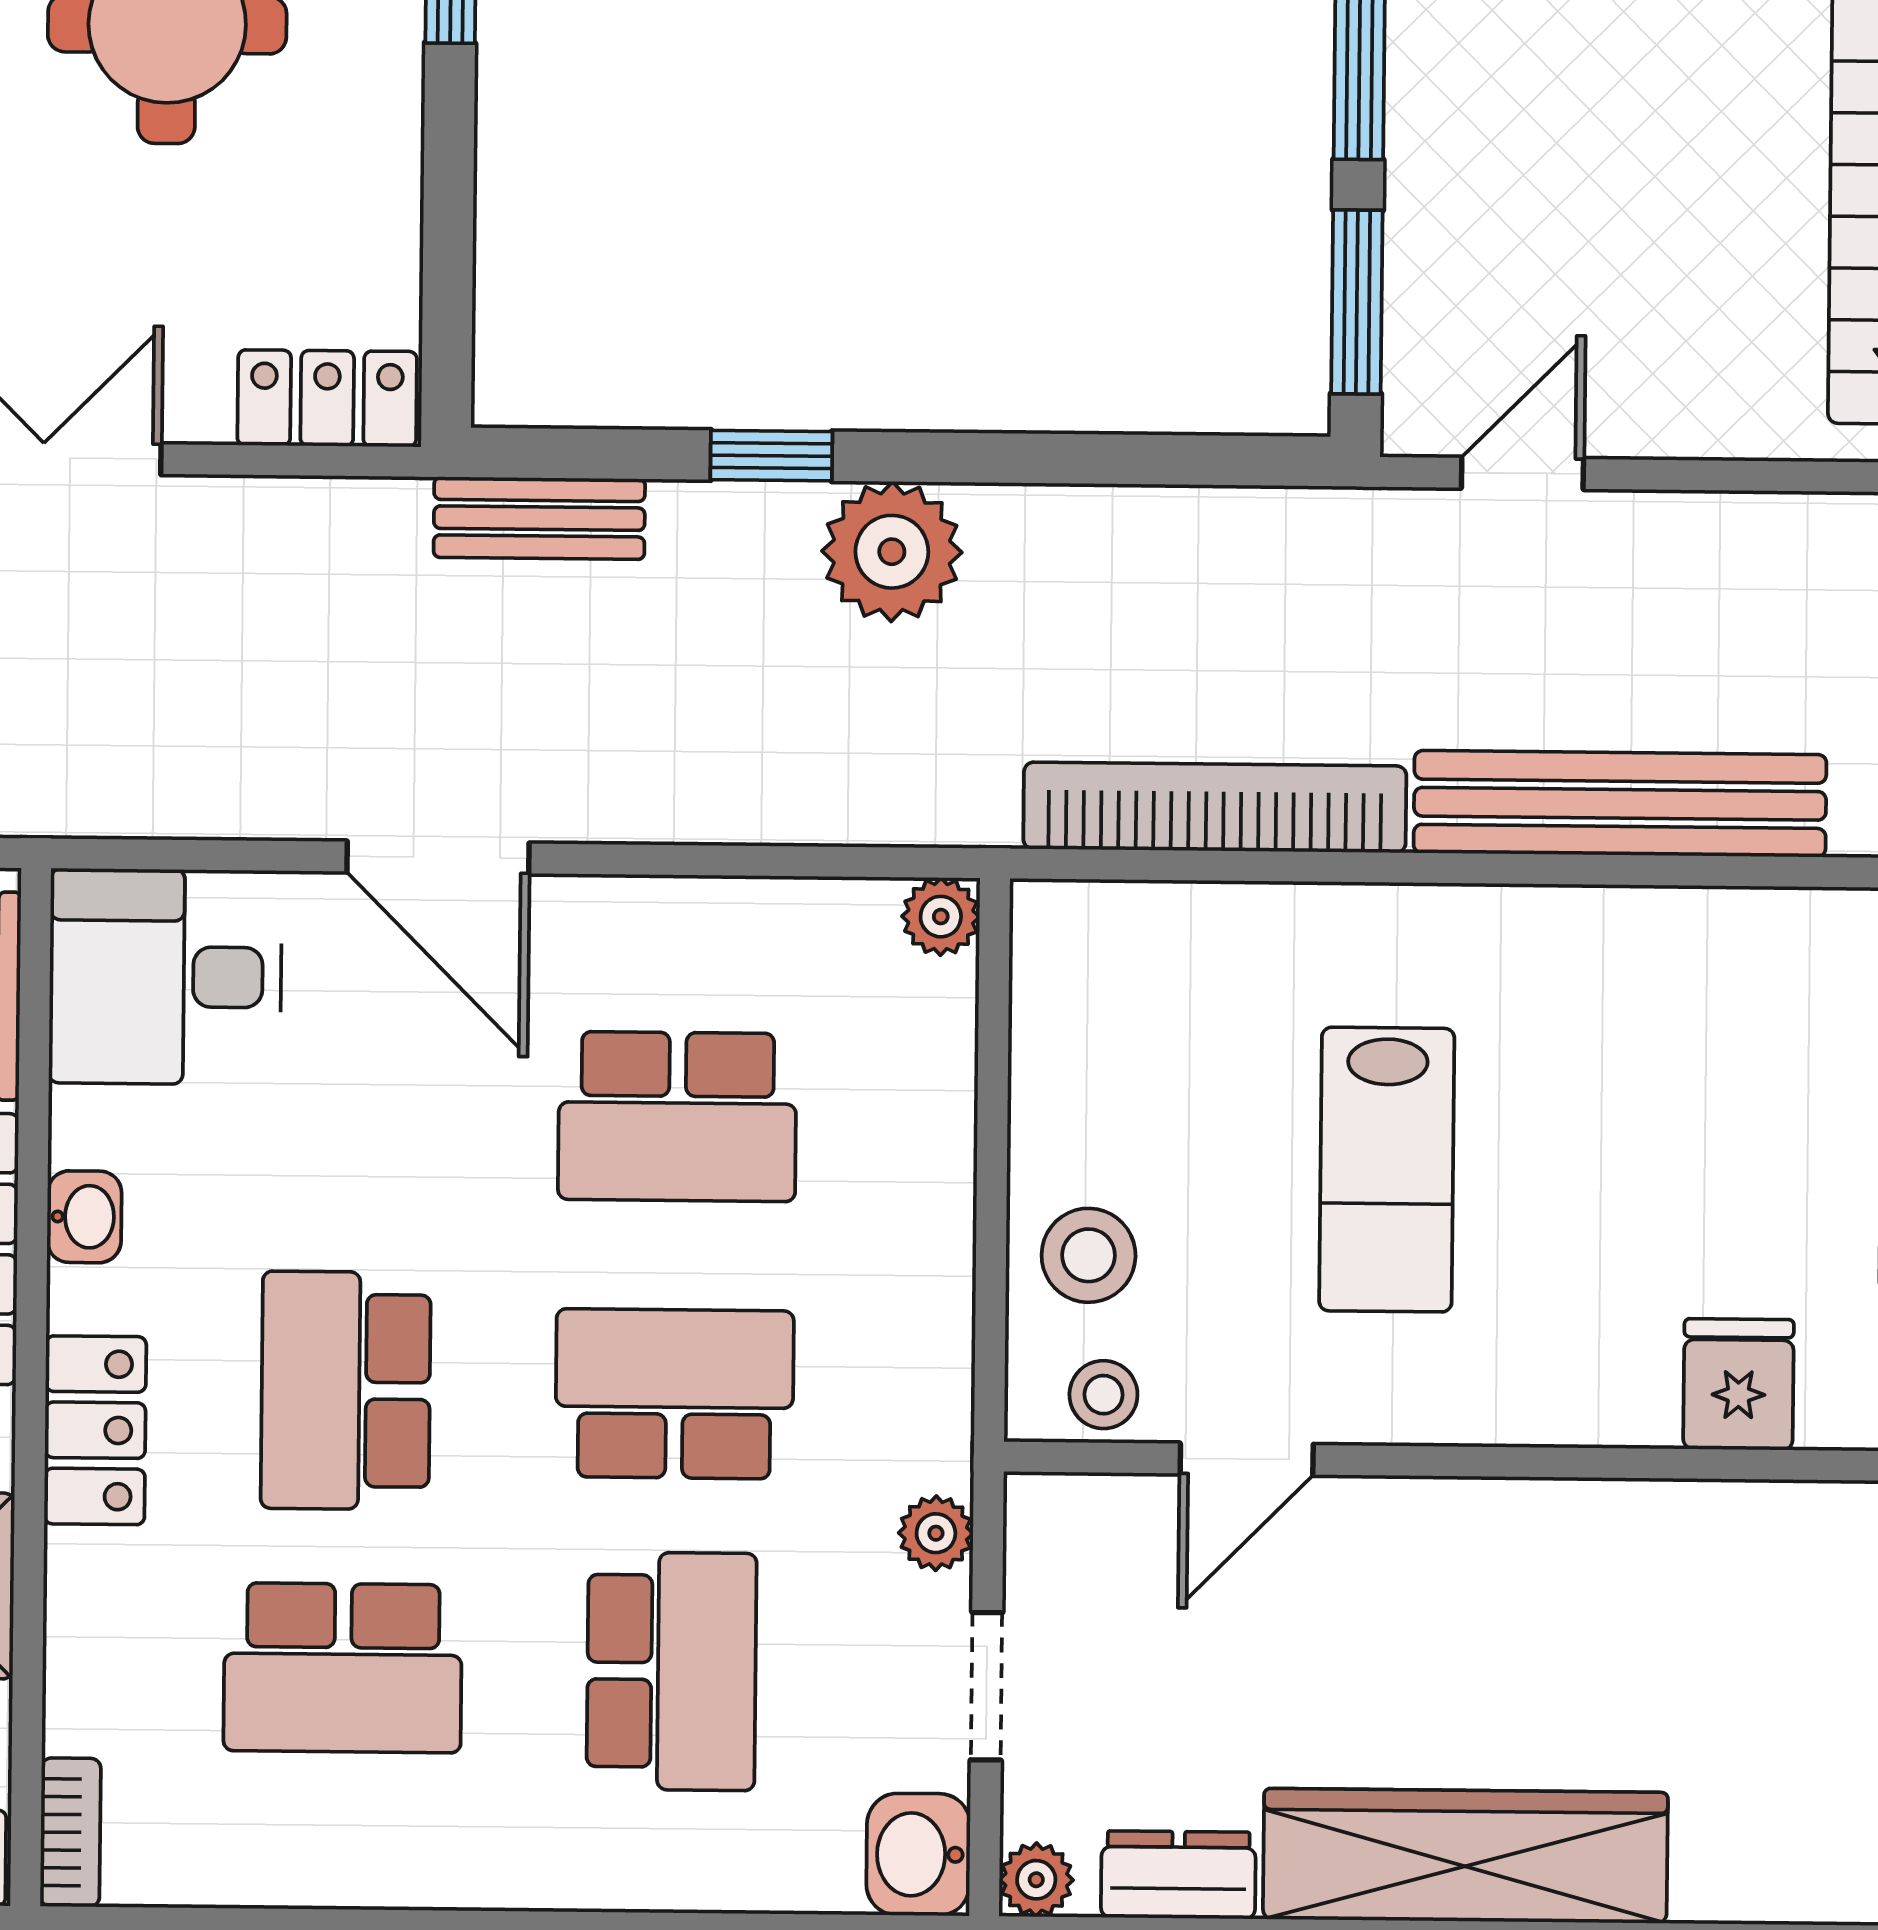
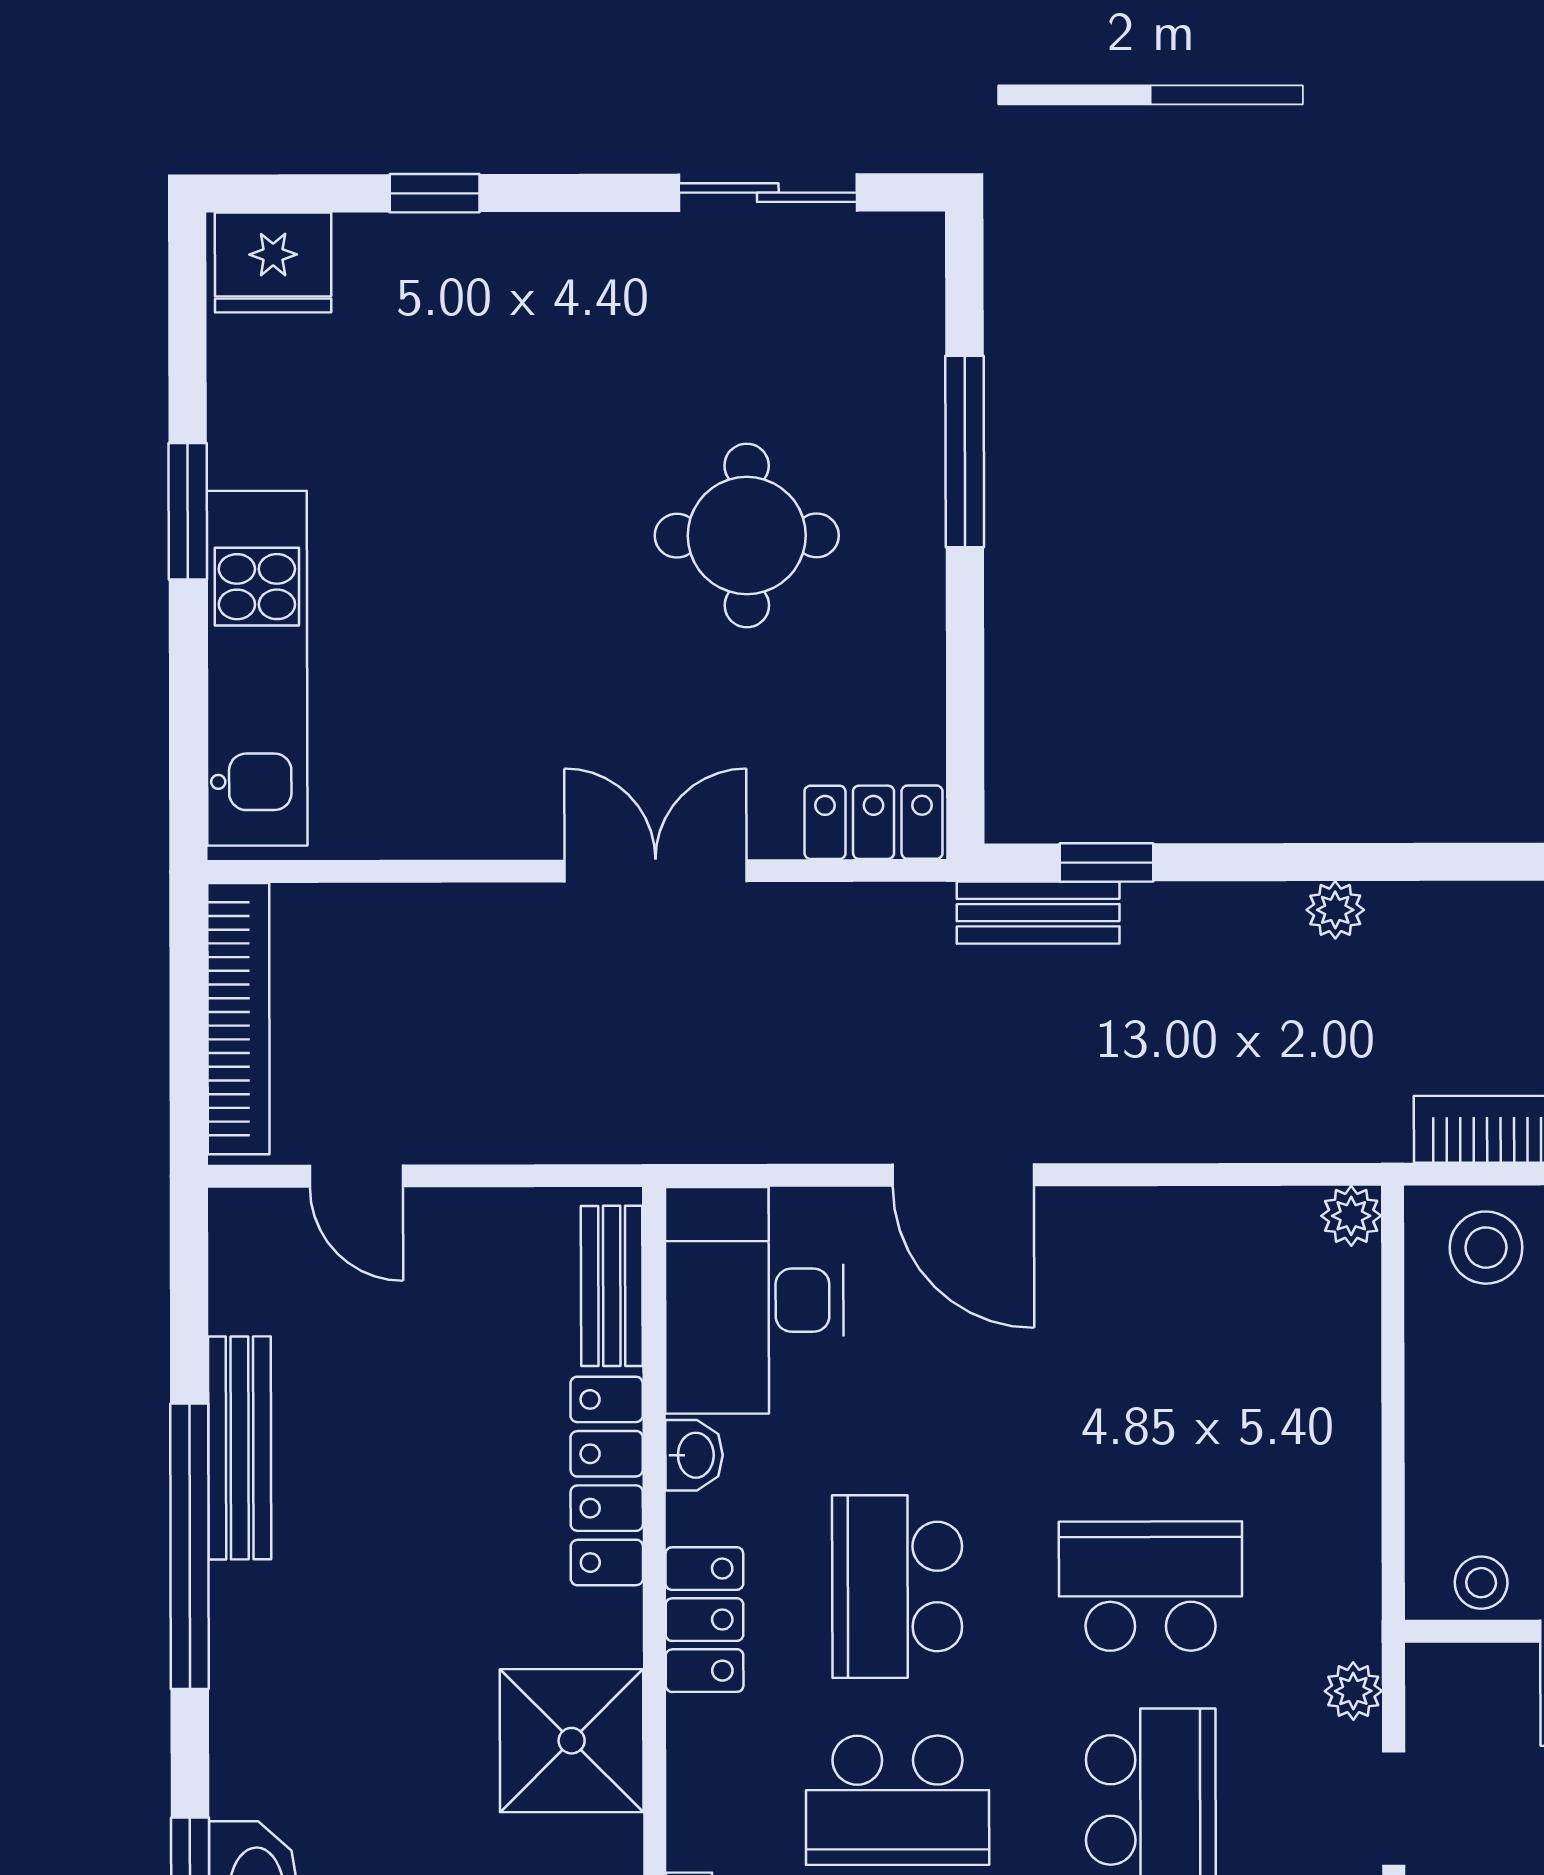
window: (771, 456) -> (1106, 862), moved
plant: (892, 552) -> (1335, 910), width x0.53, depth x0.53
desk: (165, 977) -> (754, 1300), width x1.37
school desk: (677, 1116) -> (1150, 1372), removed
stool: (1089, 1255) -> (1486, 1248), moved

